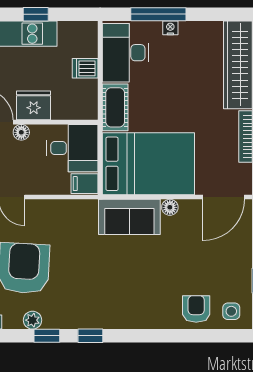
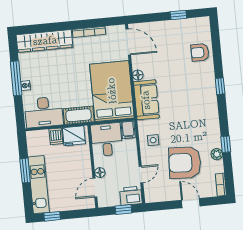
window: (36, 14) -> (25, 171), width x1.50
window: (158, 14) -> (16, 78), moved
fridge: (34, 105) -> (74, 136), moved, turned -90
side table: (231, 311) -> (153, 140), moved
window: (90, 336) -> (220, 86), moved

